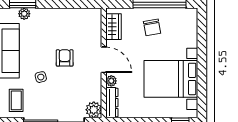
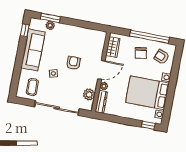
armchair: (181, 27) -> (162, 57), added
door: (104, 60) -> (101, 70), hinge flipped
plant: (94, 110) -> (89, 95), moved

